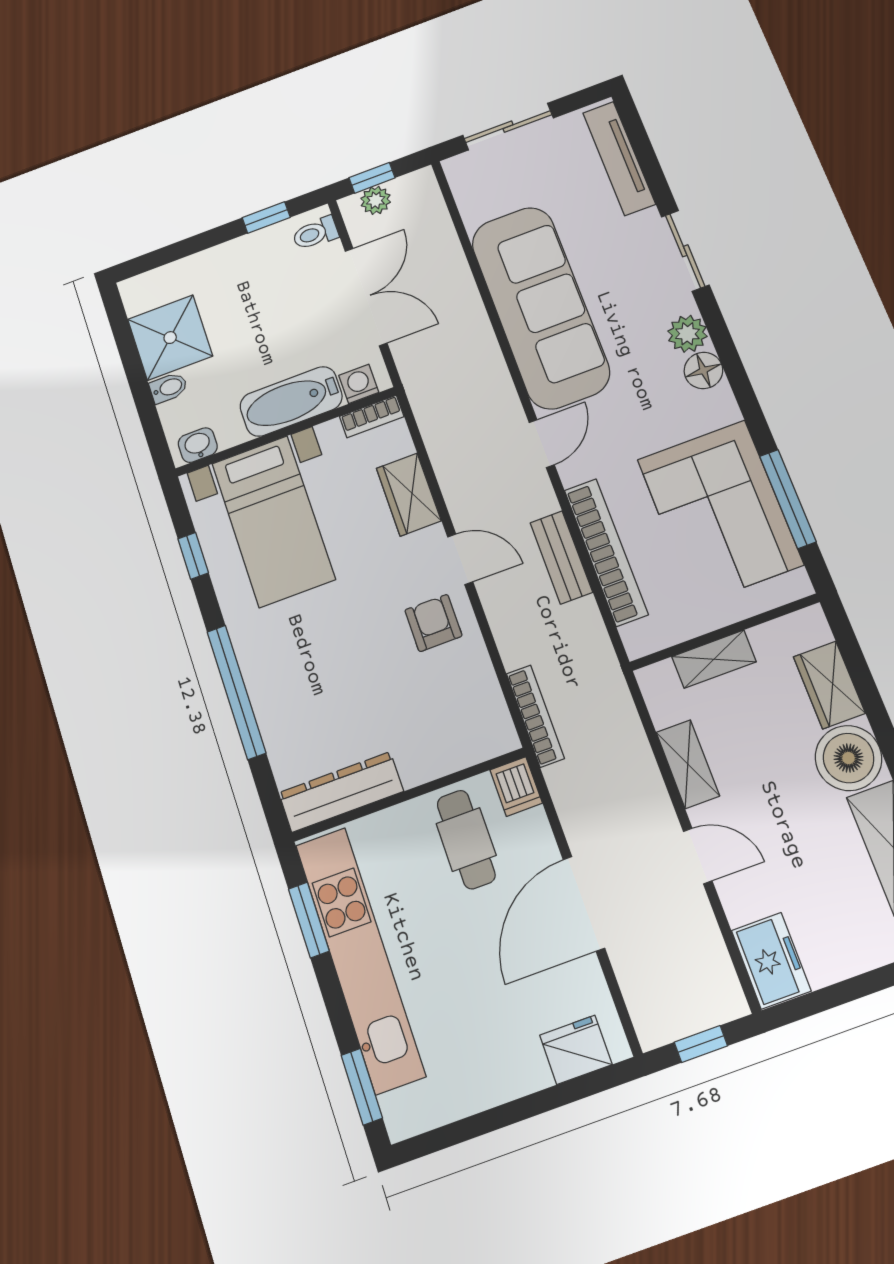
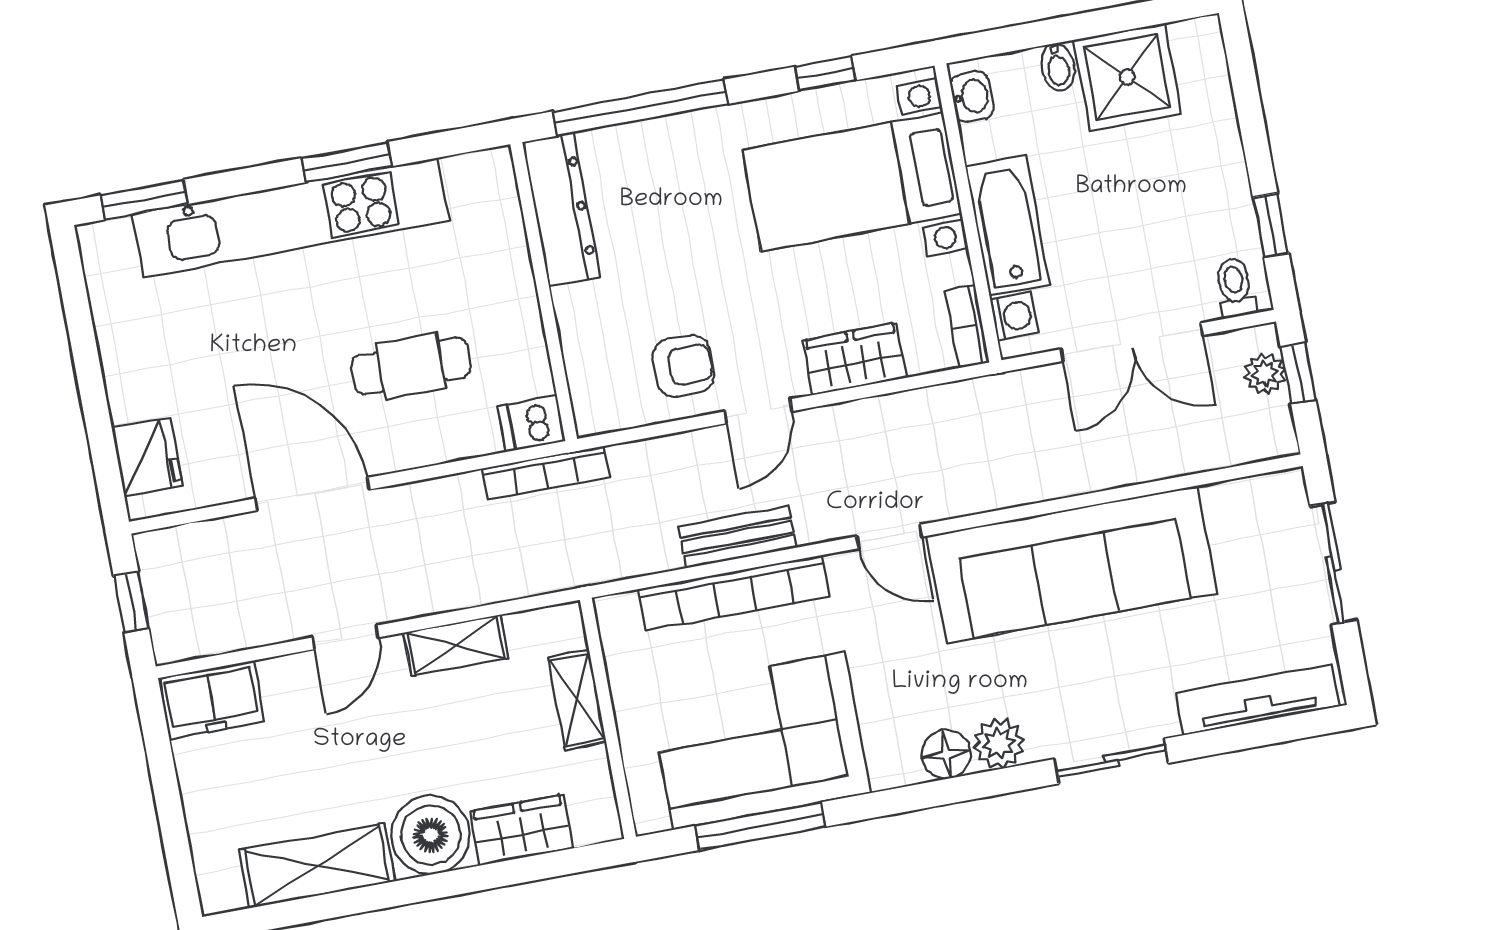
dishwasher: (516, 787) -> (531, 423), moved
dresser: (341, 792) -> (561, 209), moved
wall: (408, 795) -> (544, 292), moved

